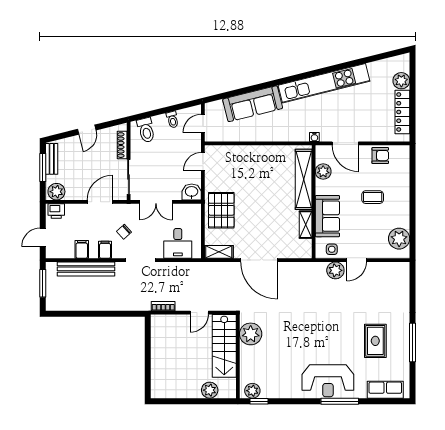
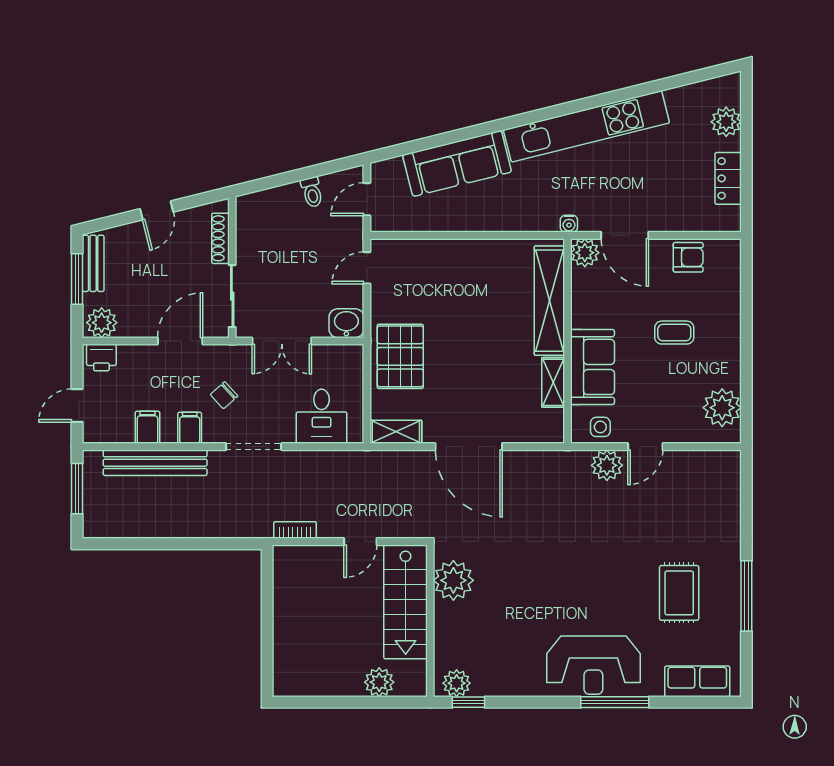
locker: (402, 112) -> (728, 178), width x0.66
toilet: (146, 130) -> (264, 211), removed
plant: (323, 172) -> (585, 253), moved

